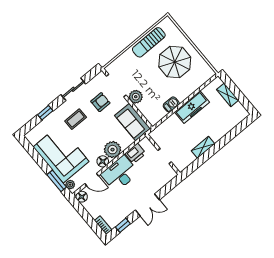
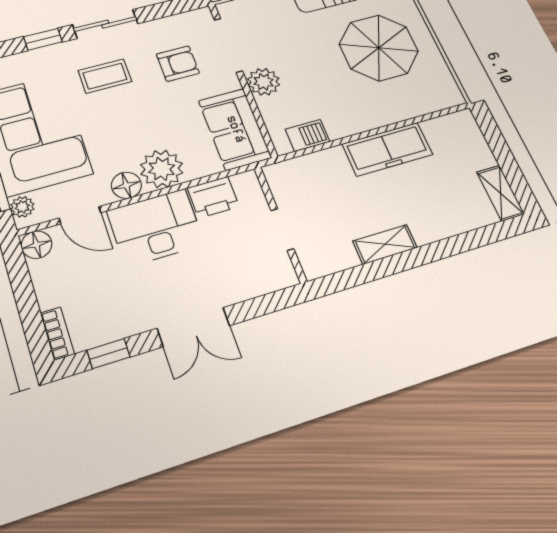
sliding door: (73, 89) -> (105, 24), moved
shelving: (228, 95) -> (500, 193), moved
barbecue: (171, 105) -> (307, 135), moved

